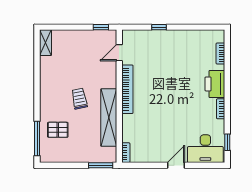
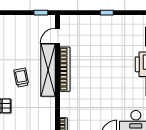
window: (159, 27) -> (107, 13), moved
shelving: (109, 118) -> (48, 70), moved

